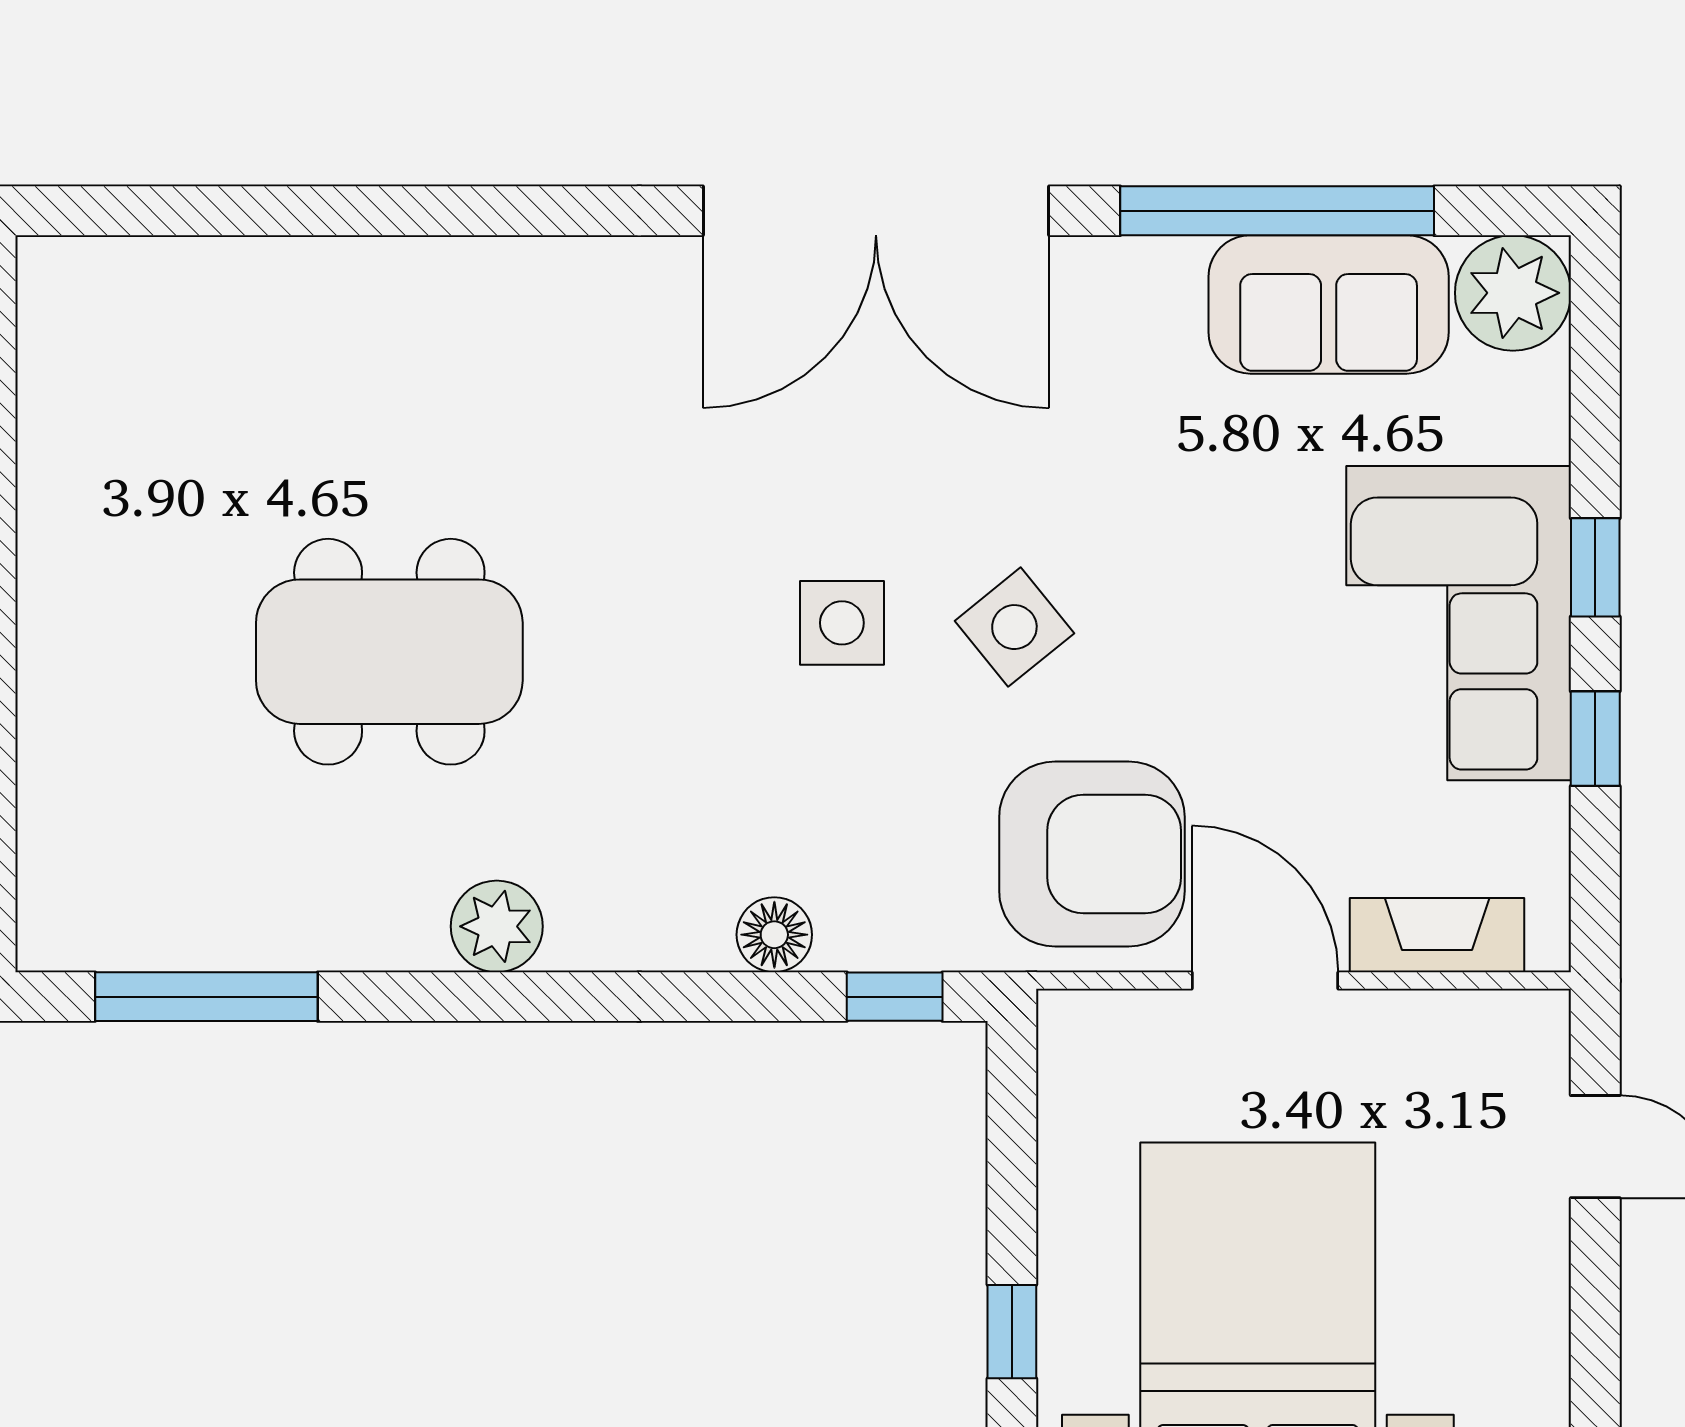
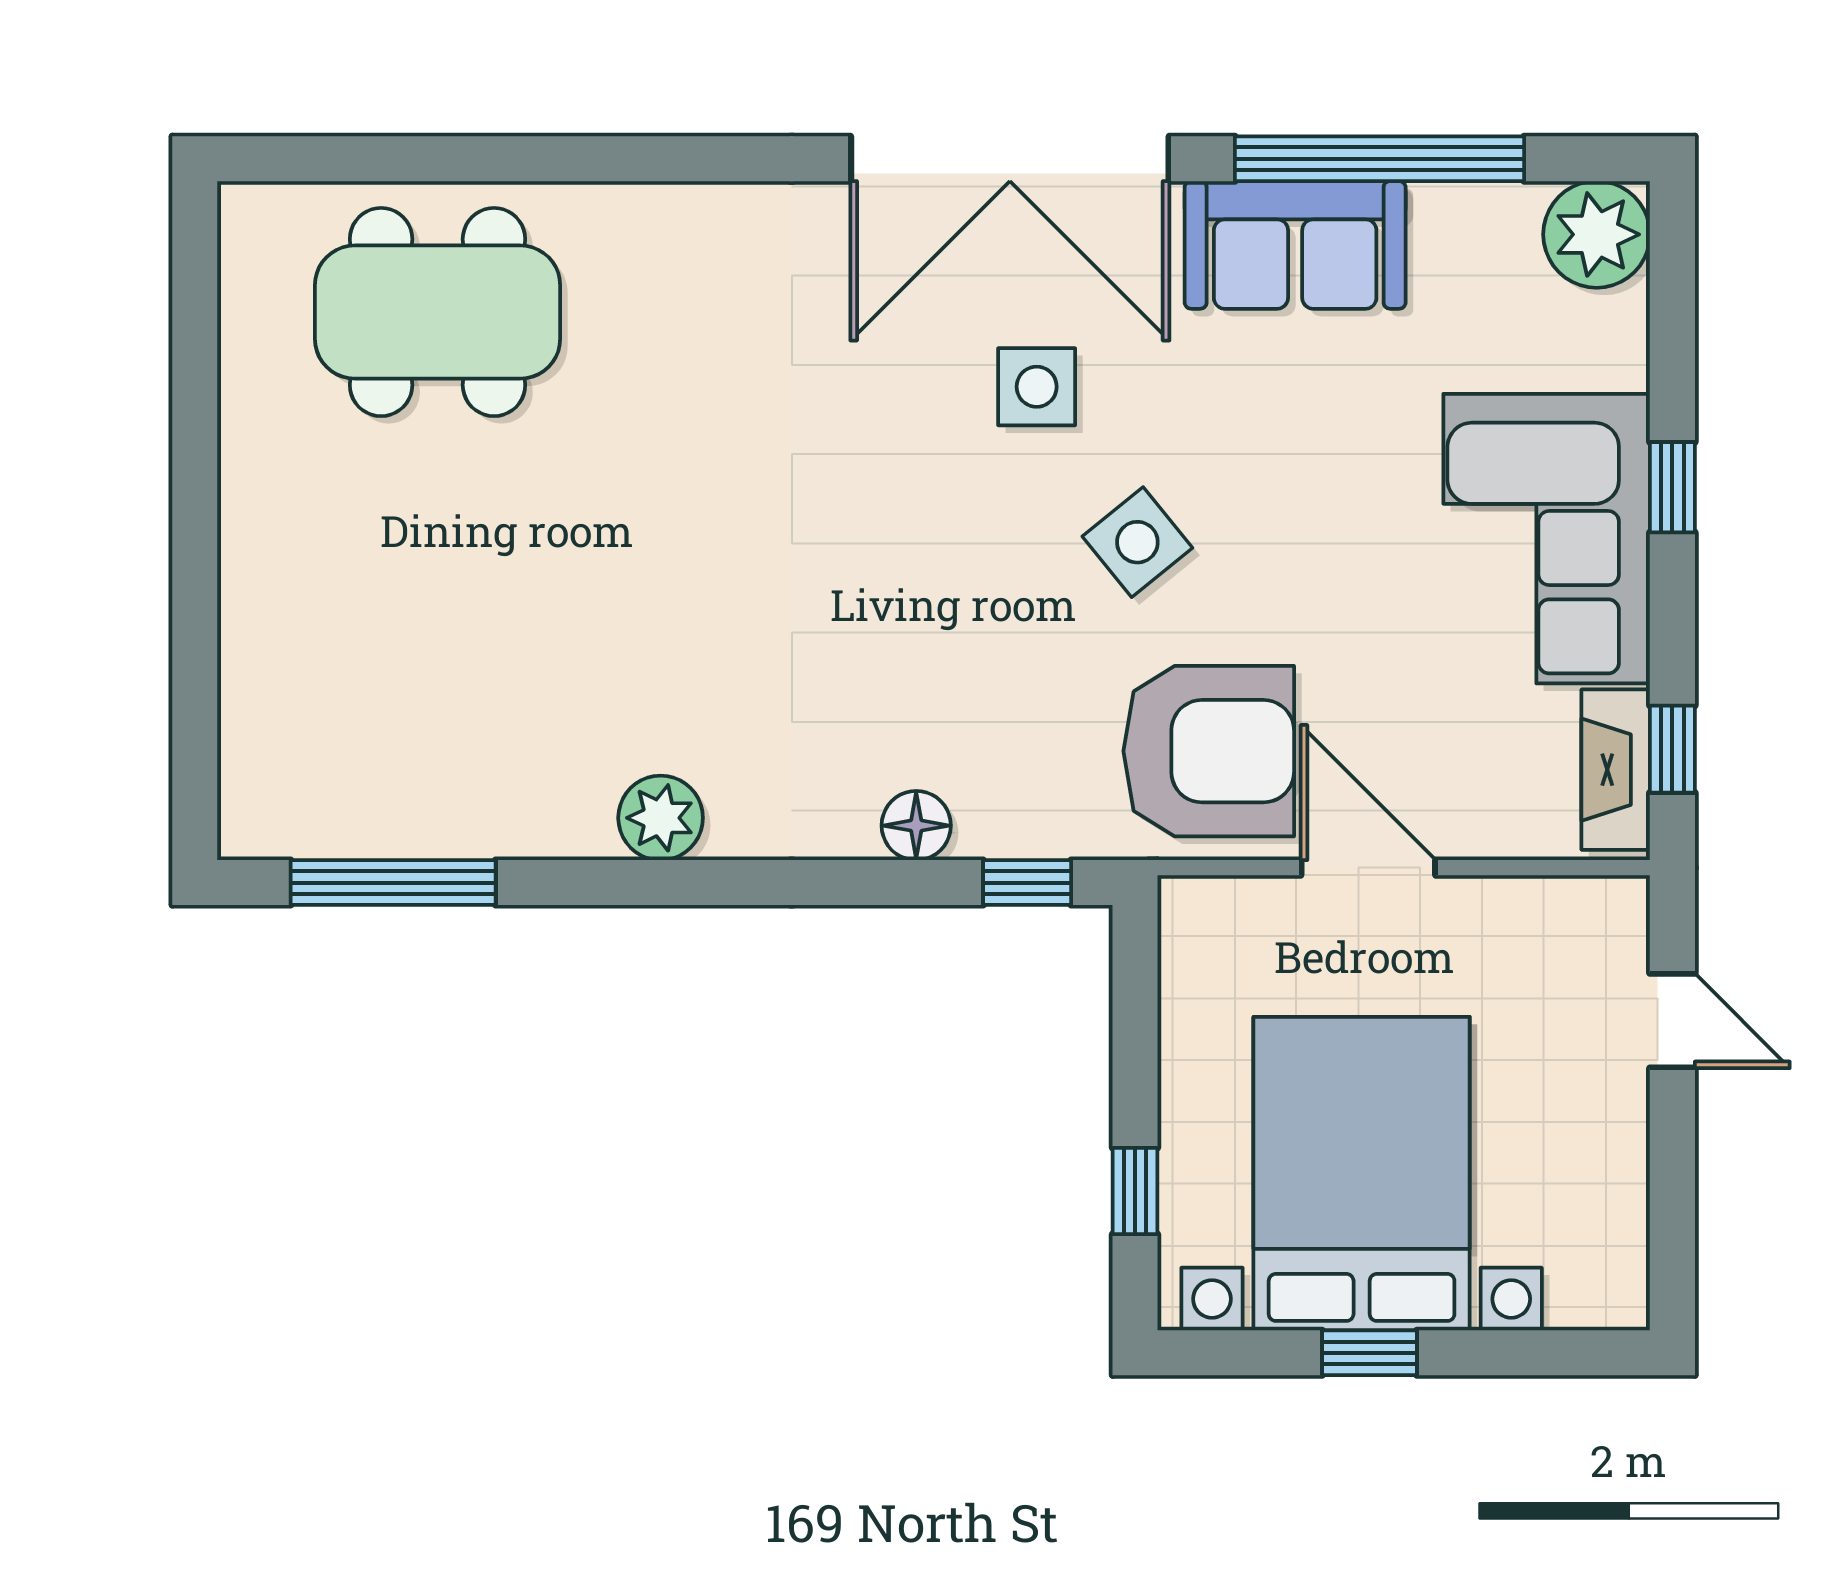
sofa: (1329, 304) -> (1295, 245), moved
side table: (842, 623) -> (1037, 387), moved
dining table: (389, 652) -> (438, 312), moved
window: (1595, 739) -> (1672, 749), moved
fireplace: (1437, 935) -> (1616, 770), moved, turned -90

